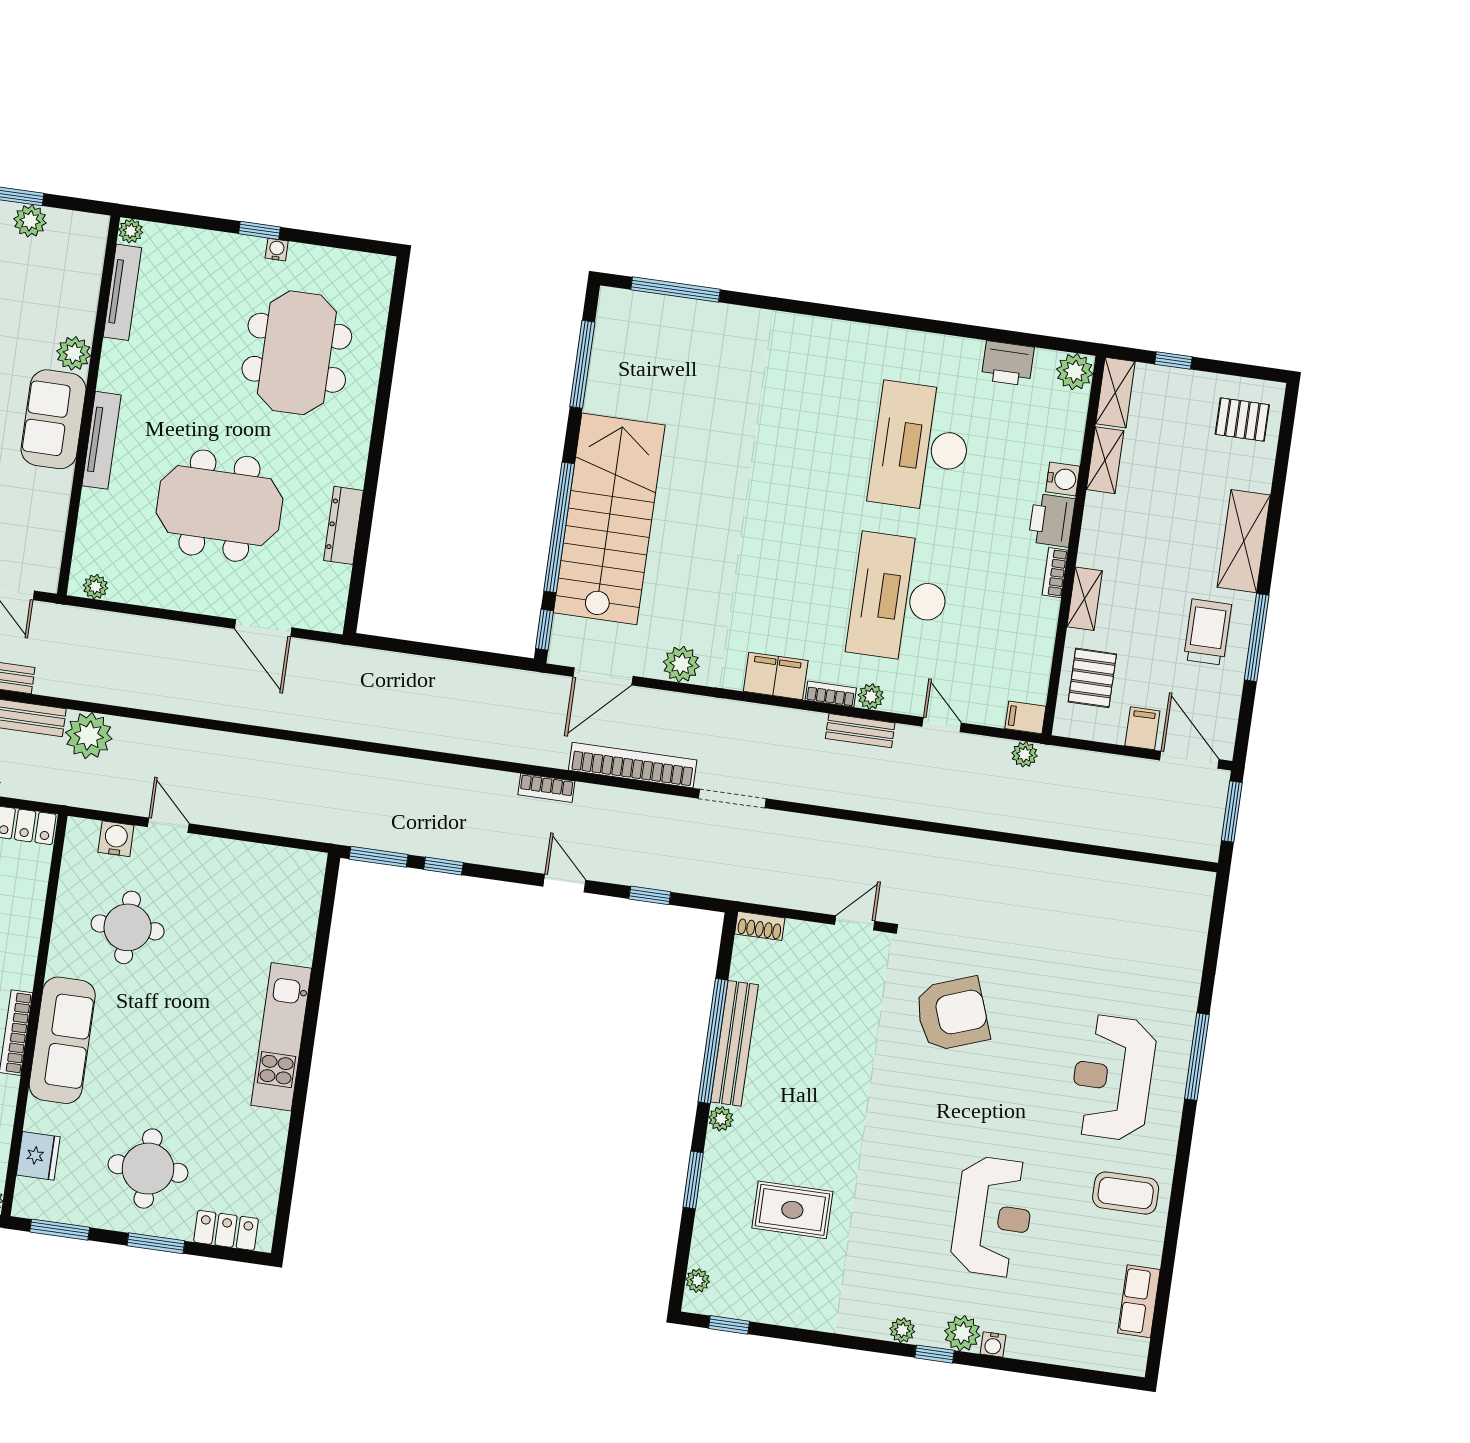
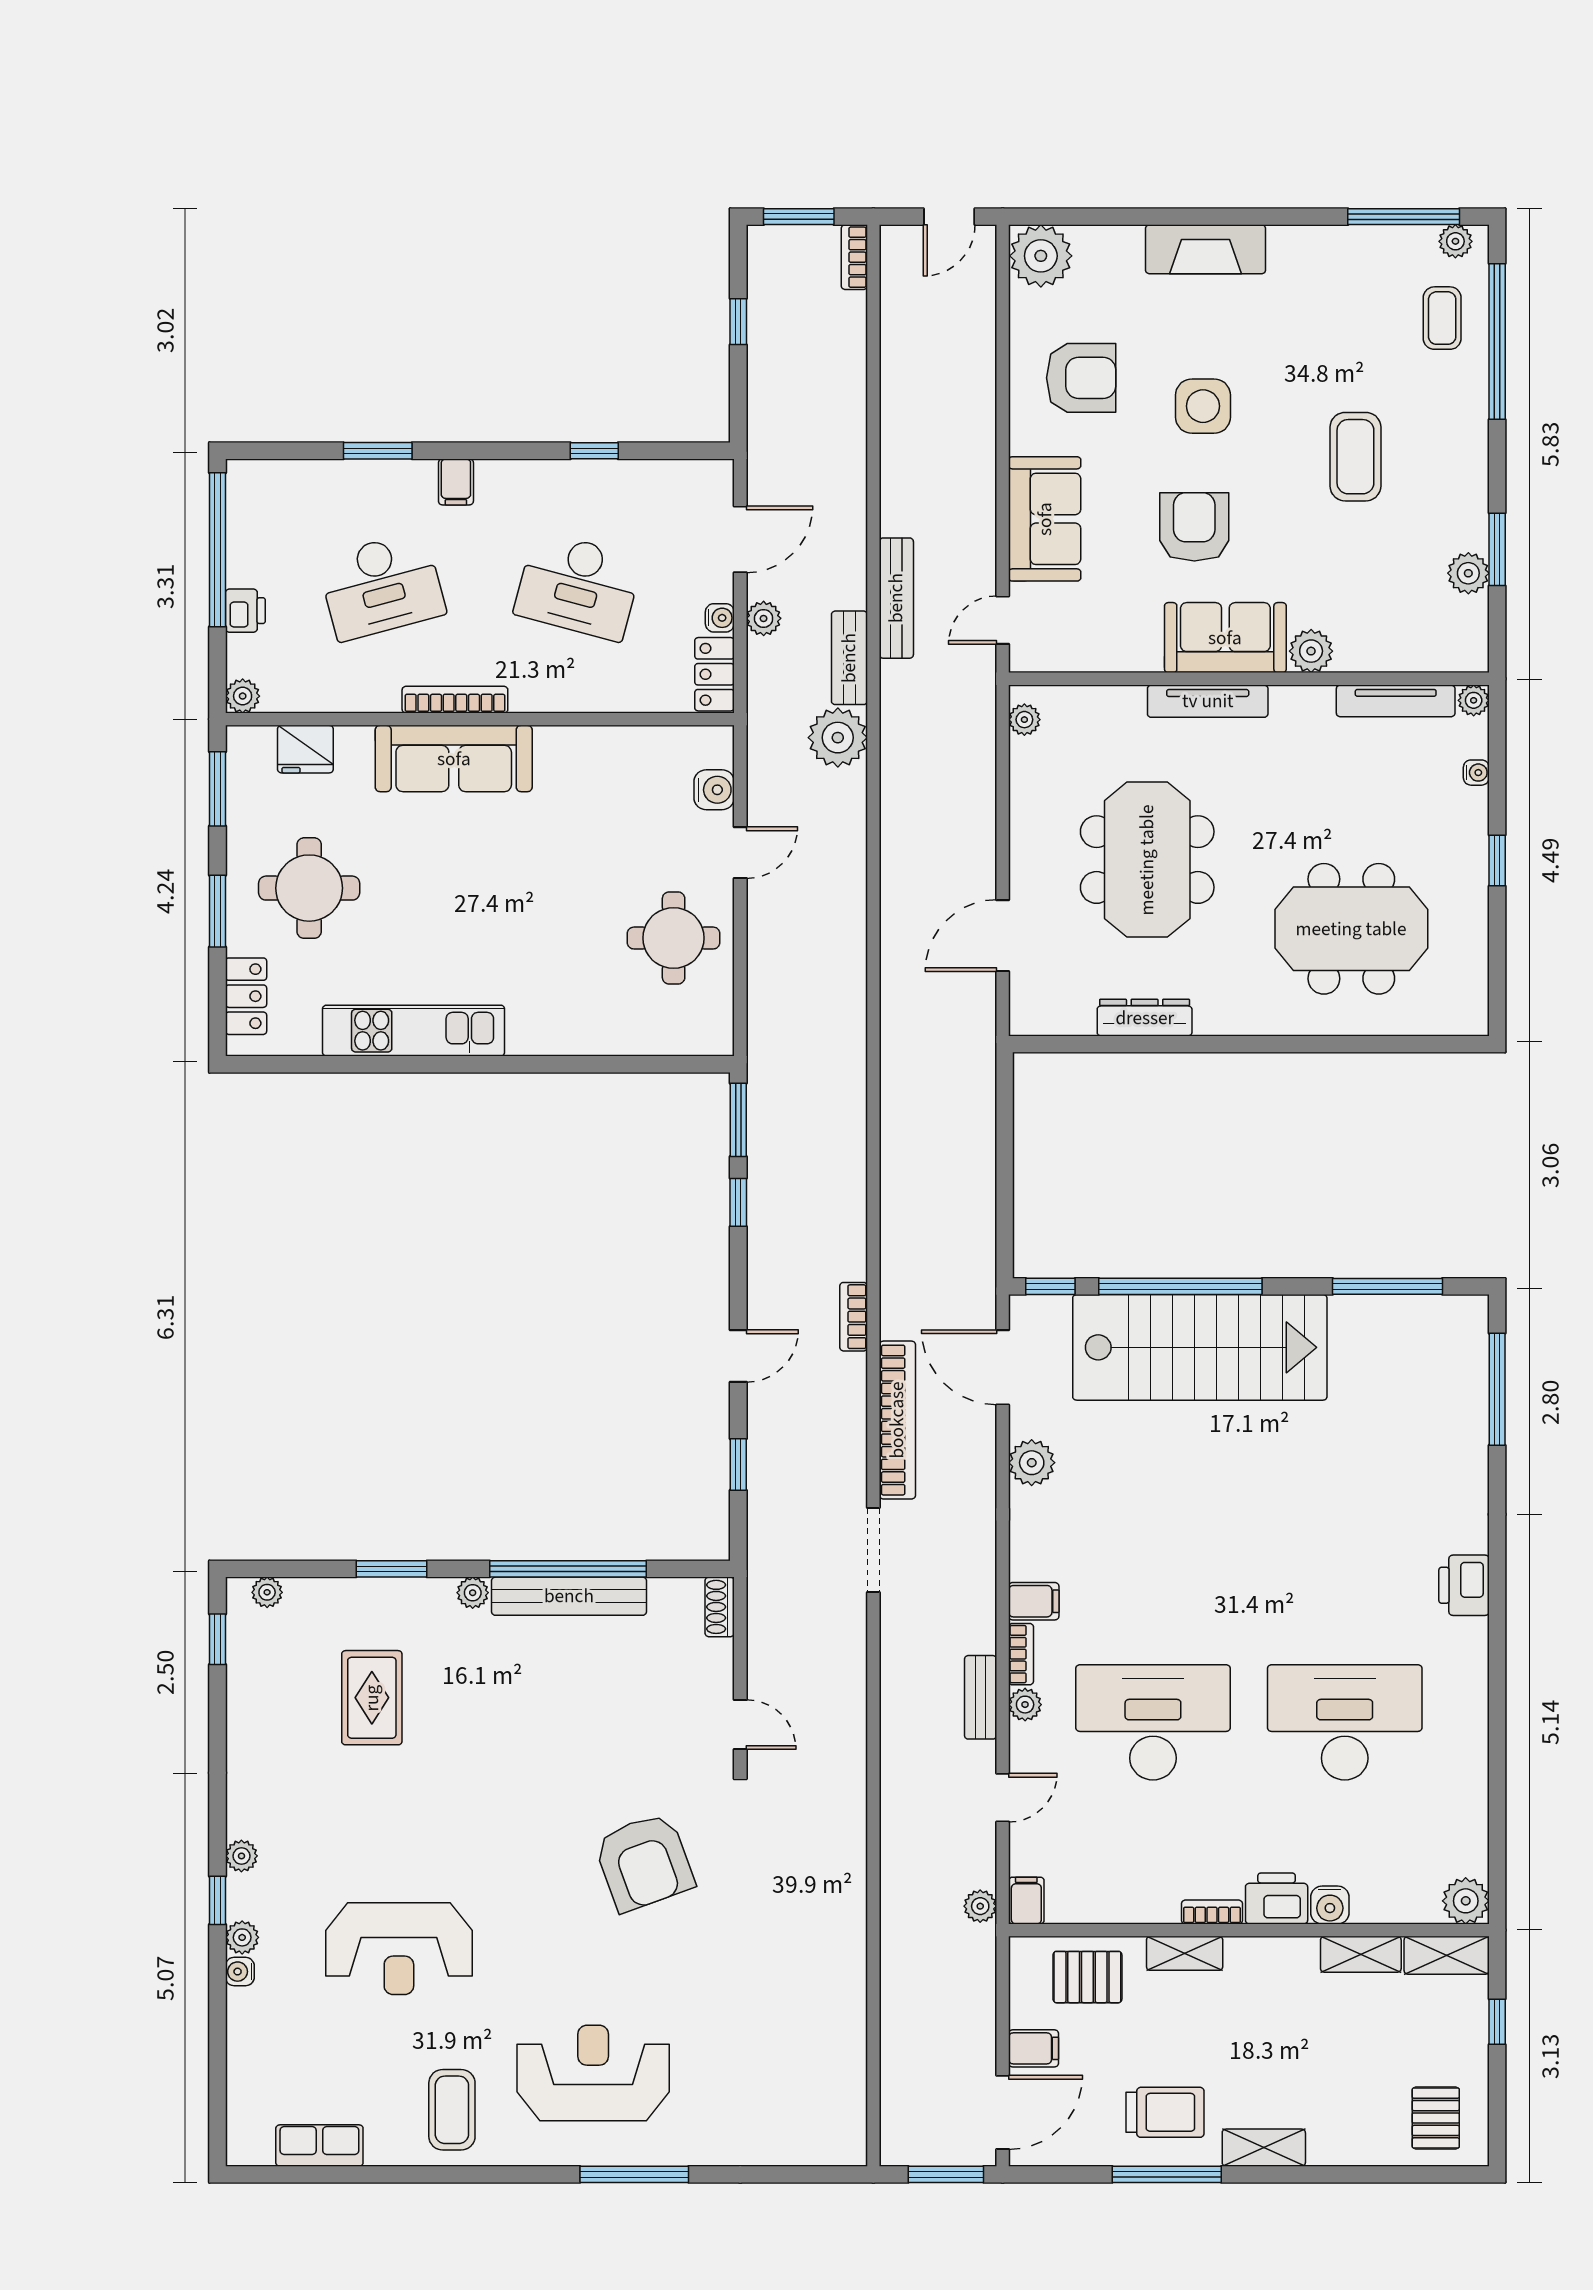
water cooler: (277, 250) -> (1476, 773), moved
printer: (1008, 363) -> (1464, 1585), moved
shelving: (1244, 541) -> (1264, 2148), width x0.67, depth x0.75
filing cabinet: (776, 676) -> (1034, 1601), width x0.50
round table: (128, 927) -> (674, 938), moved
kitchen unit: (281, 1037) -> (414, 1031), moved
plant: (962, 1333) -> (242, 1937), width x0.73, depth x0.73

